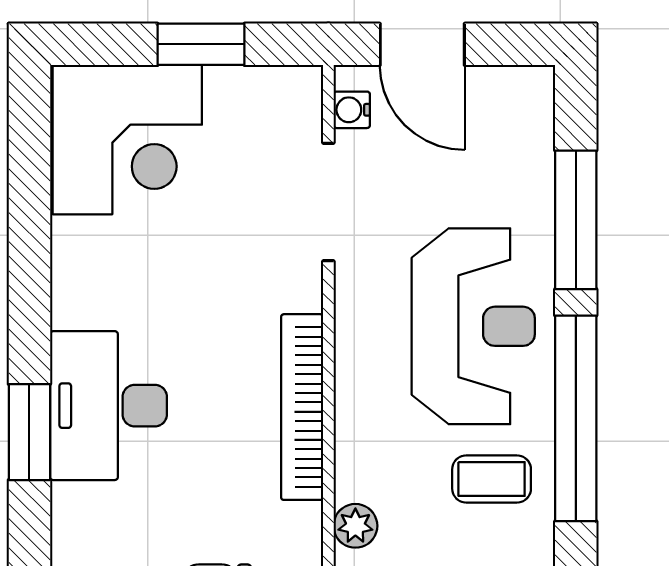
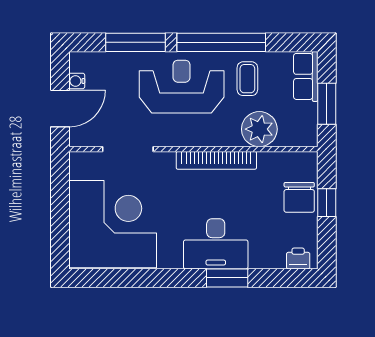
window: (201, 44) -> (60, 204), removed
water cooler: (352, 110) -> (77, 81), moved, turned 90
corner desk: (127, 140) -> (113, 224), width x1.36, depth x1.36
plant: (355, 526) -> (259, 129), width x1.88, depth x1.88

